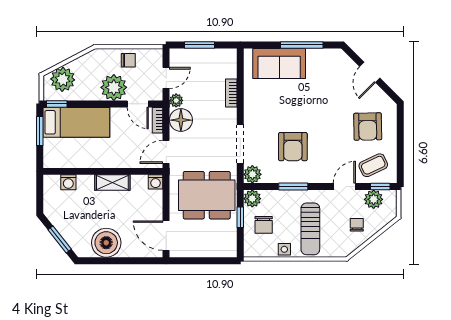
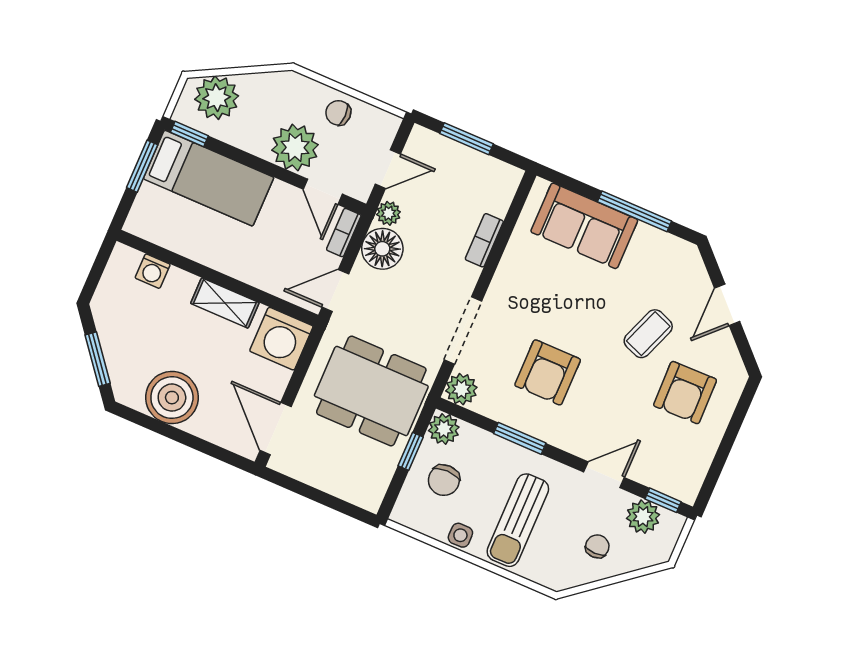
chair: (128, 60) -> (338, 113), turned 180
coffee table: (373, 165) -> (648, 334), moved, turned -44
washing machine: (156, 182) -> (281, 339), width x1.89, depth x1.89

